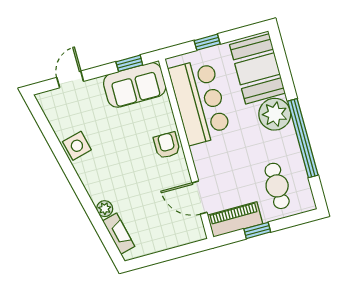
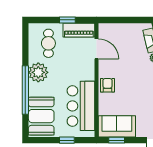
plant: (275, 114) -> (38, 72), moved
window: (303, 138) -> (25, 90), moved
armchair: (167, 145) -> (107, 85), turned 180

